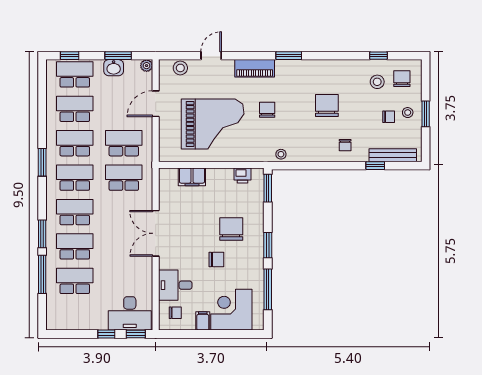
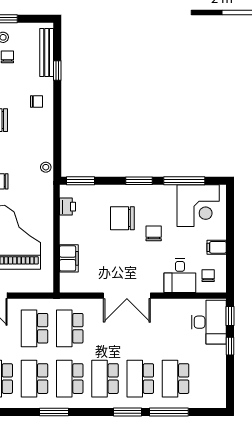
corner desk: (231, 310) -> (198, 206), moved, turned -90

